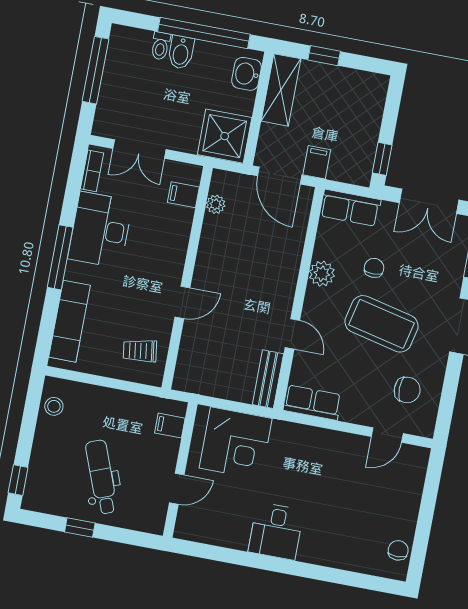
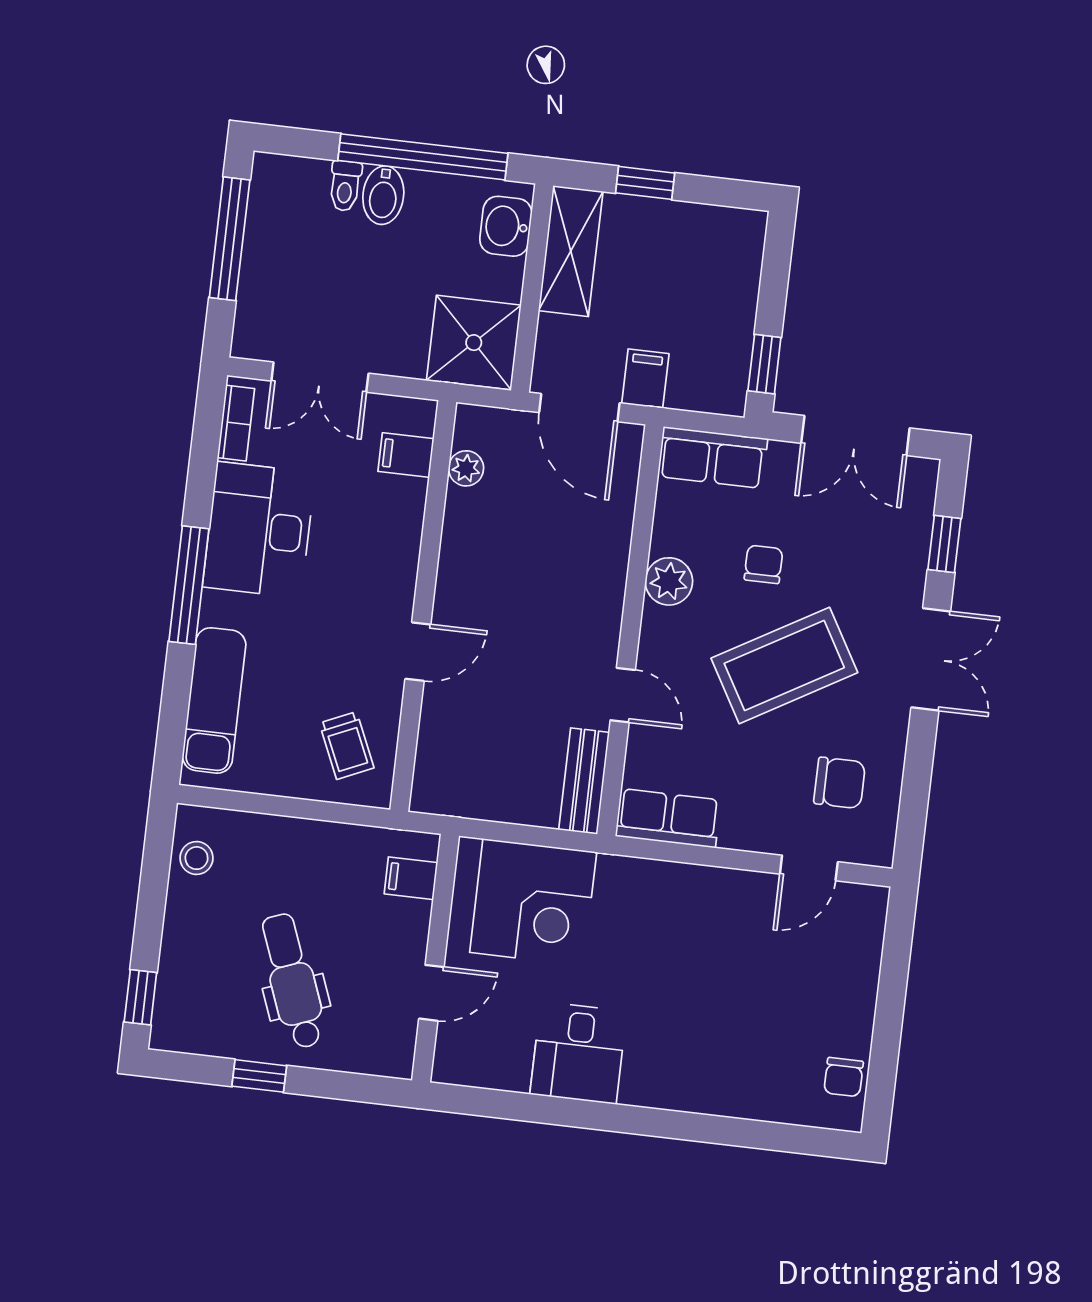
coffee table: (382, 324) -> (784, 665), turned -43
trolley: (140, 351) -> (347, 746), turned -106
desk: (276, 531) -> (578, 1053), moved
chair: (398, 550) -> (844, 1077), turned 180

